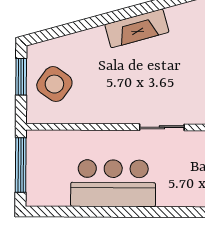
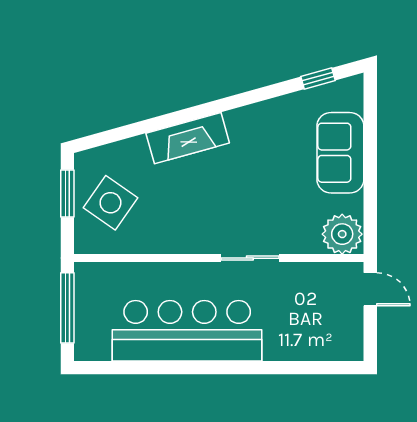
fireplace: (137, 28) -> (188, 138), moved
bar counter: (113, 183) -> (187, 331), width x1.36

